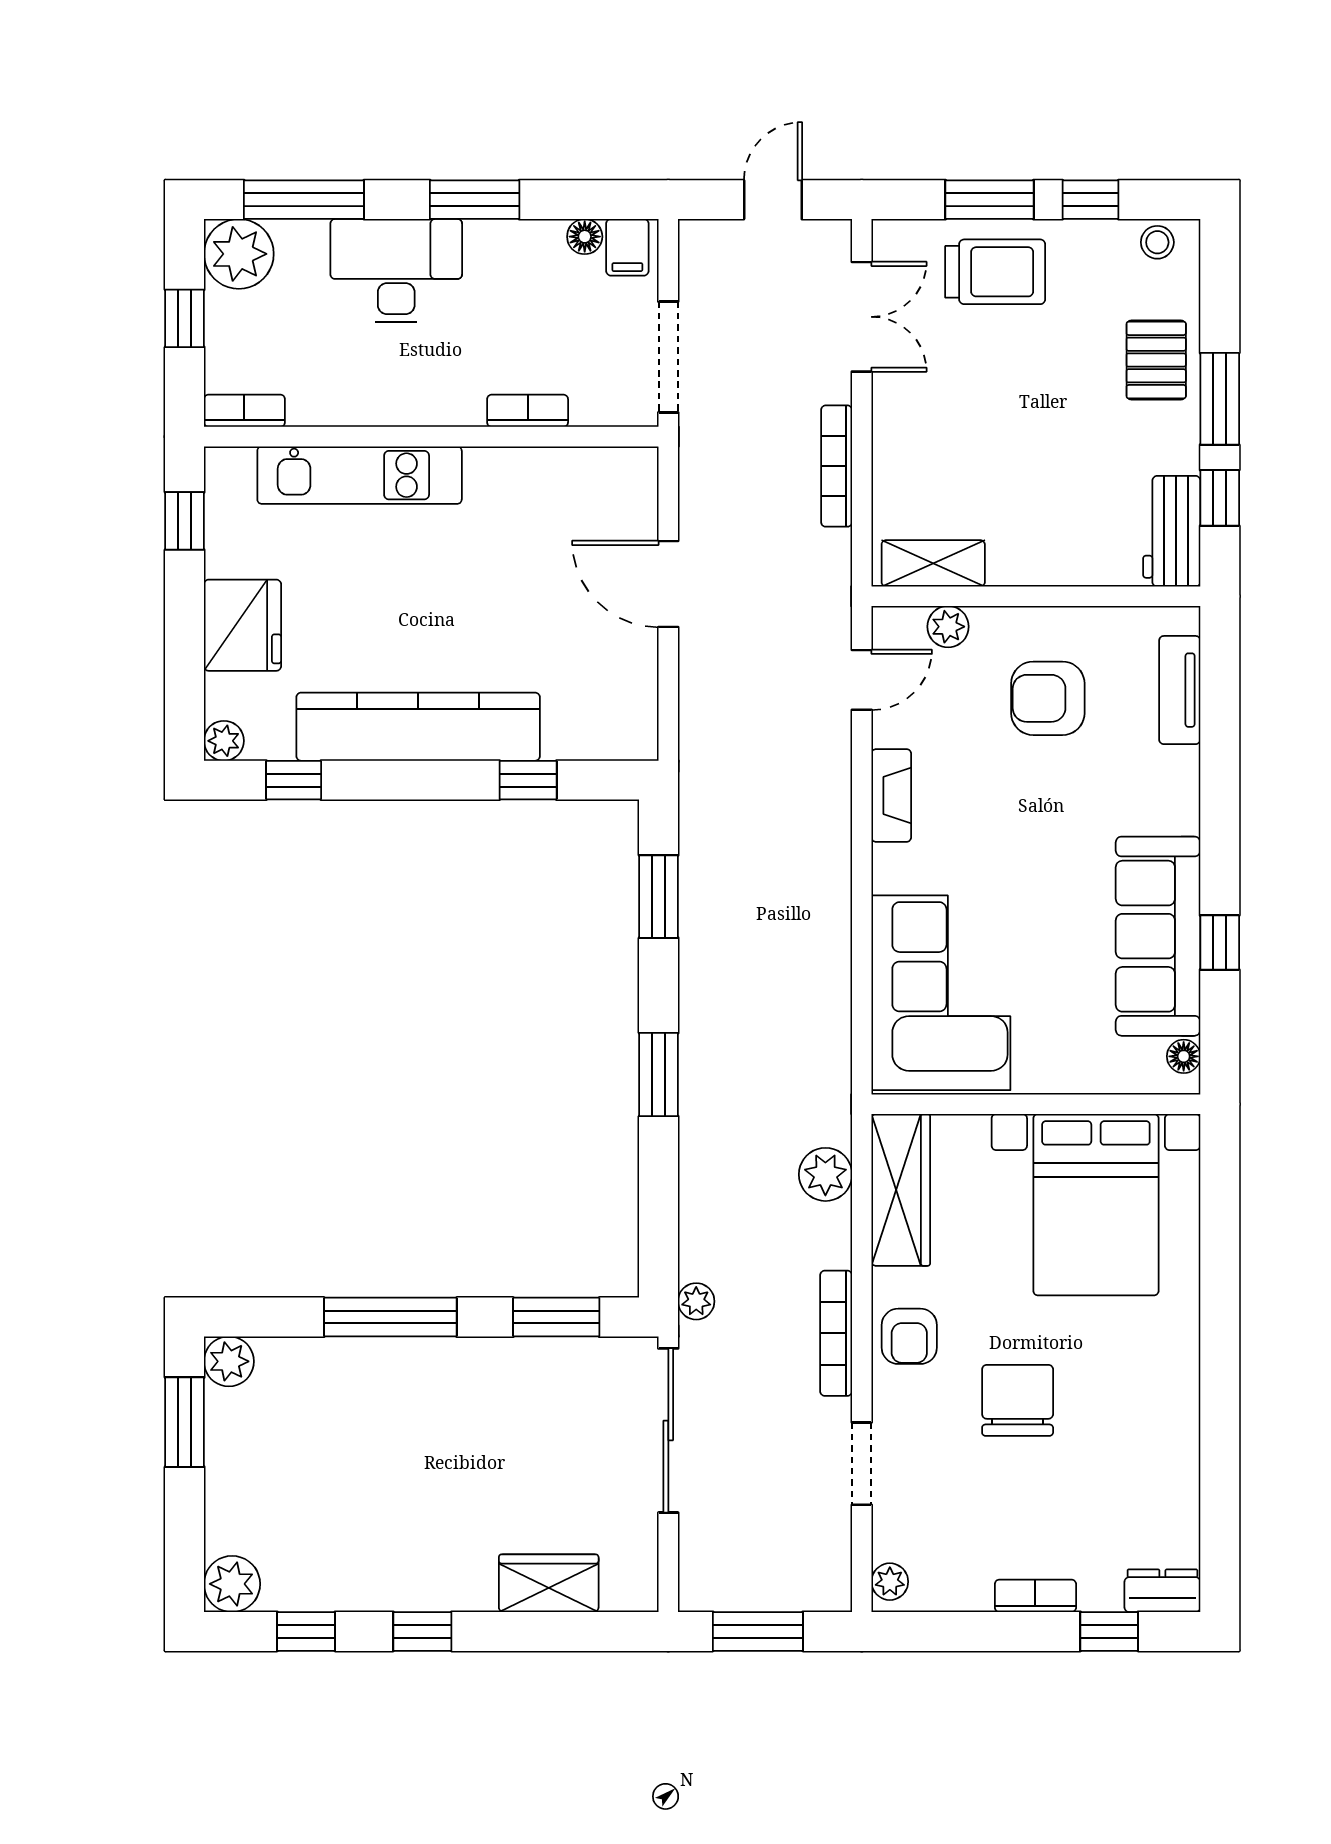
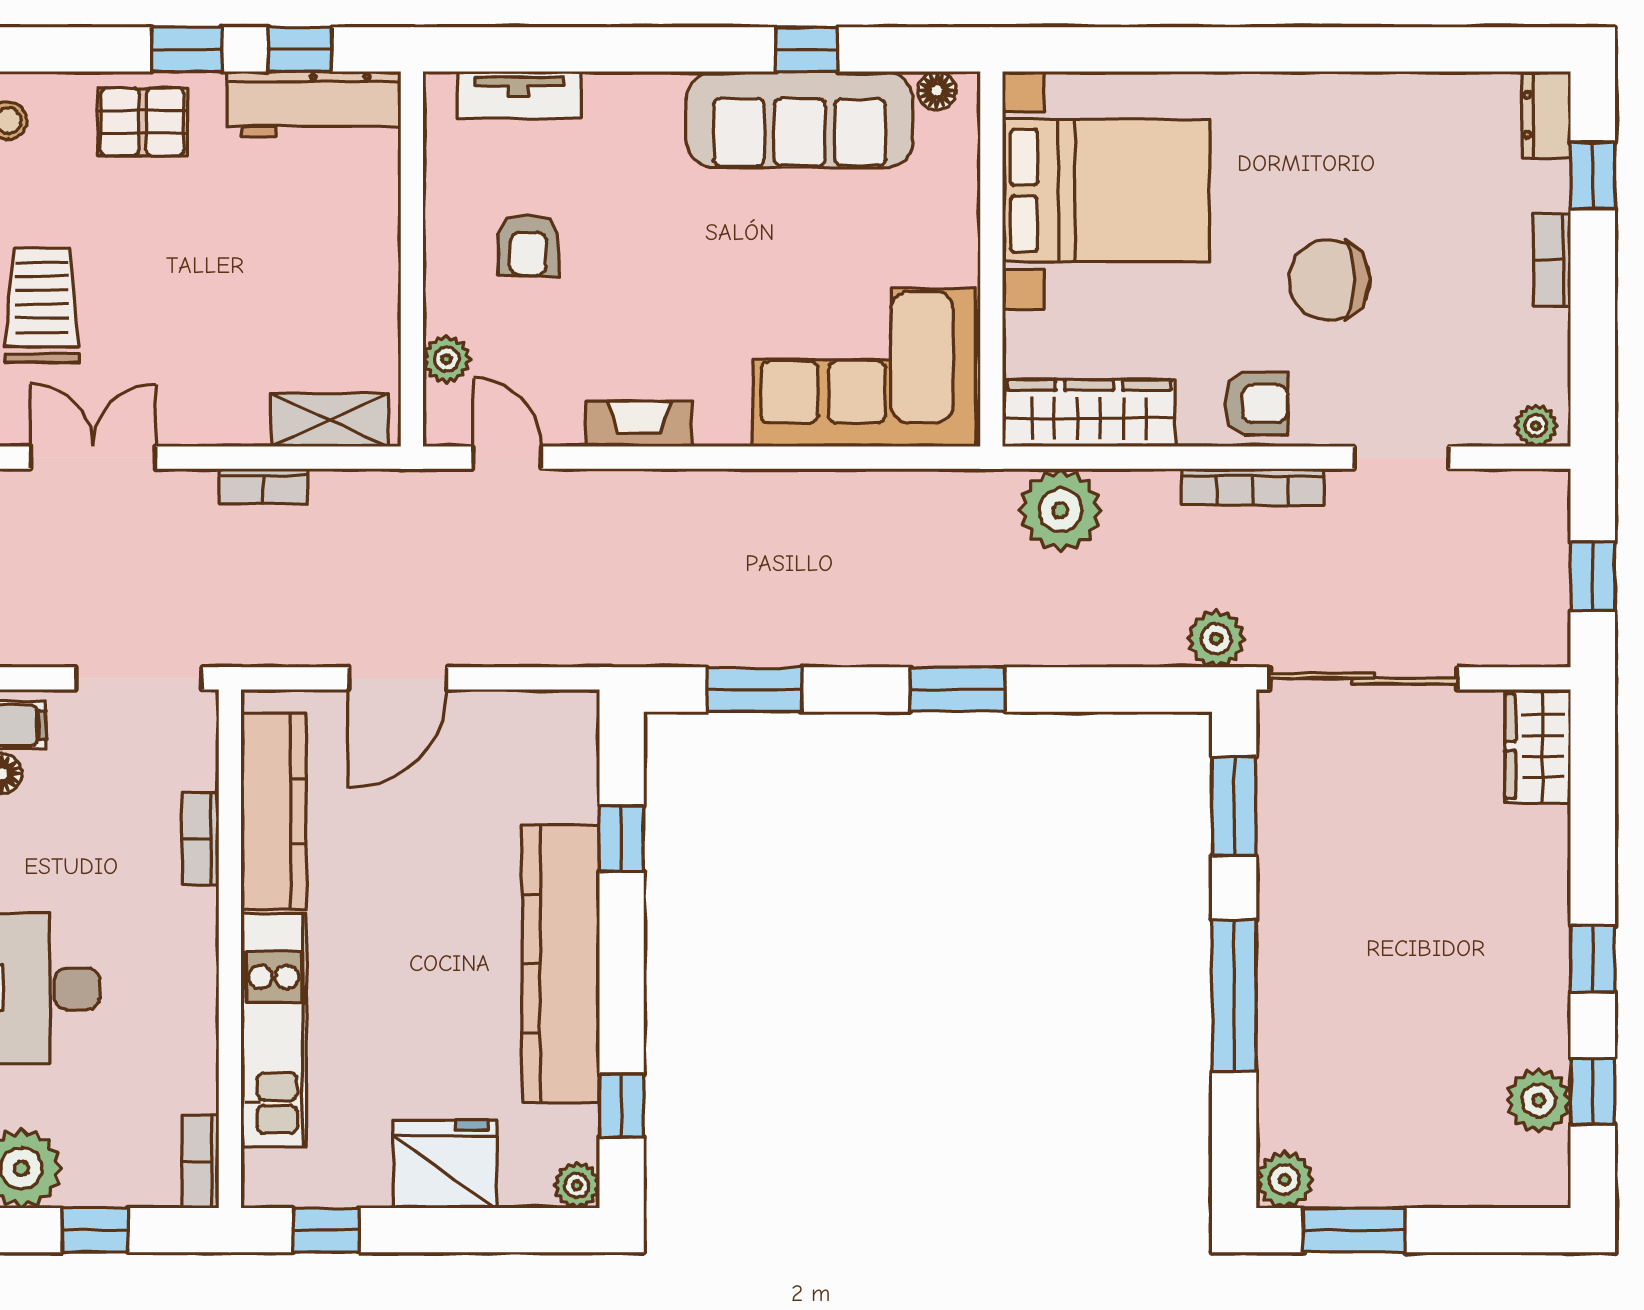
window: (1220, 399) -> (187, 49), width x0.67
bookcase: (837, 466) -> (263, 486), width x0.64
kitchen counter: (552, 475) -> (274, 811), added
workbench: (1172, 531) -> (314, 104), width x1.37
shelving: (933, 563) -> (330, 420), moved, turned 90
armchair: (1048, 698) -> (528, 245), width x0.72, depth x0.72
plant: (825, 1174) -> (1060, 510), width x1.36, depth x1.36
plant: (696, 1301) -> (1216, 639), width x1.38, depth x1.38
wardrobe: (549, 1583) -> (1538, 746), moved
plant: (232, 1584) -> (1539, 1100), moved
window: (758, 1631) -> (1593, 576), width x0.67

